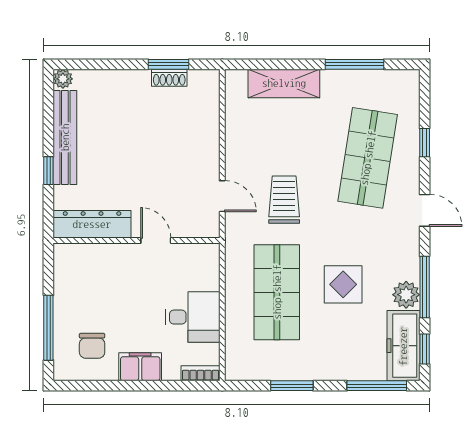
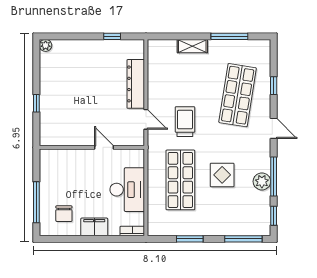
window: (169, 64) -> (112, 36), width x0.67
shoe rack: (169, 78) -> (113, 45), removed
shelving: (284, 83) -> (192, 46), width x0.67, depth x0.75
bench: (65, 137) -> (47, 82), removed
dresser: (92, 224) -> (136, 84), moved, turned -90
desk: (193, 317) -> (127, 190), width x1.37
freezer: (403, 346) -> (260, 214), removed

